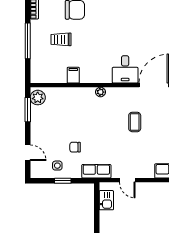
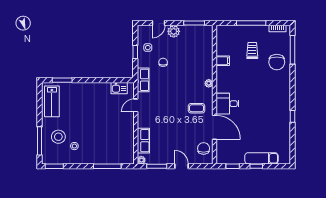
plant: (38, 98) -> (174, 31), moved
coffee table: (135, 122) -> (196, 108), moved

